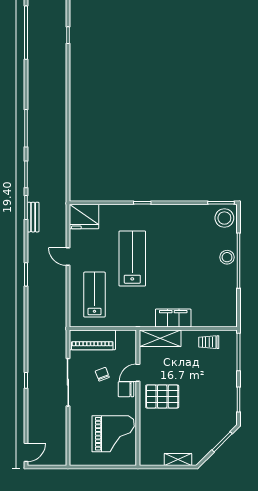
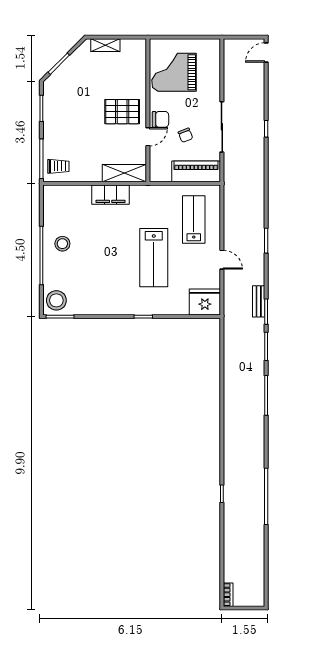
stool: (227, 257) -> (62, 244), moved
lab bench: (94, 295) -> (194, 219), turned 180
trolley: (209, 342) -> (58, 166), moved

